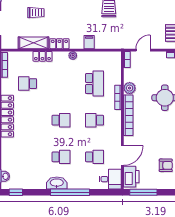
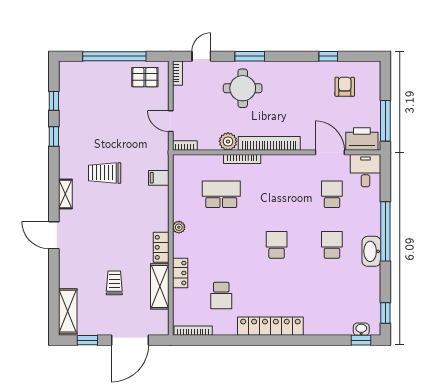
filing cabinet: (89, 42) -> (159, 178), moved
school desk: (95, 120) -> (277, 194), removed

